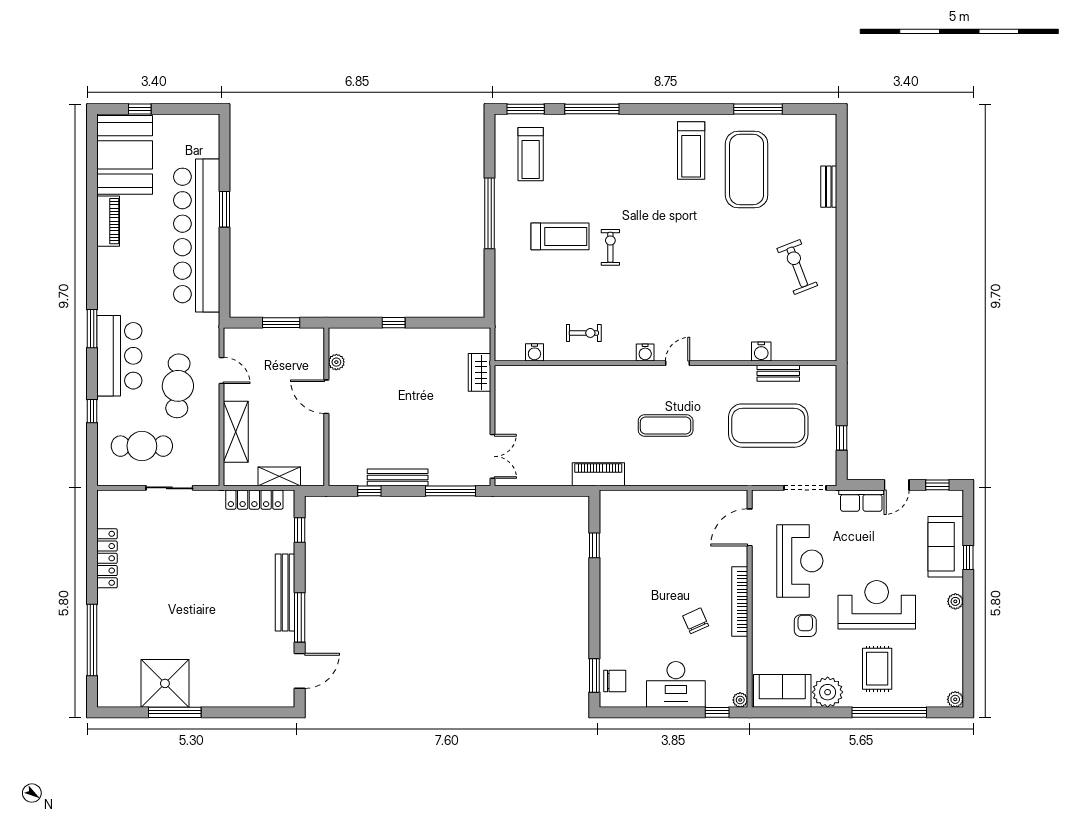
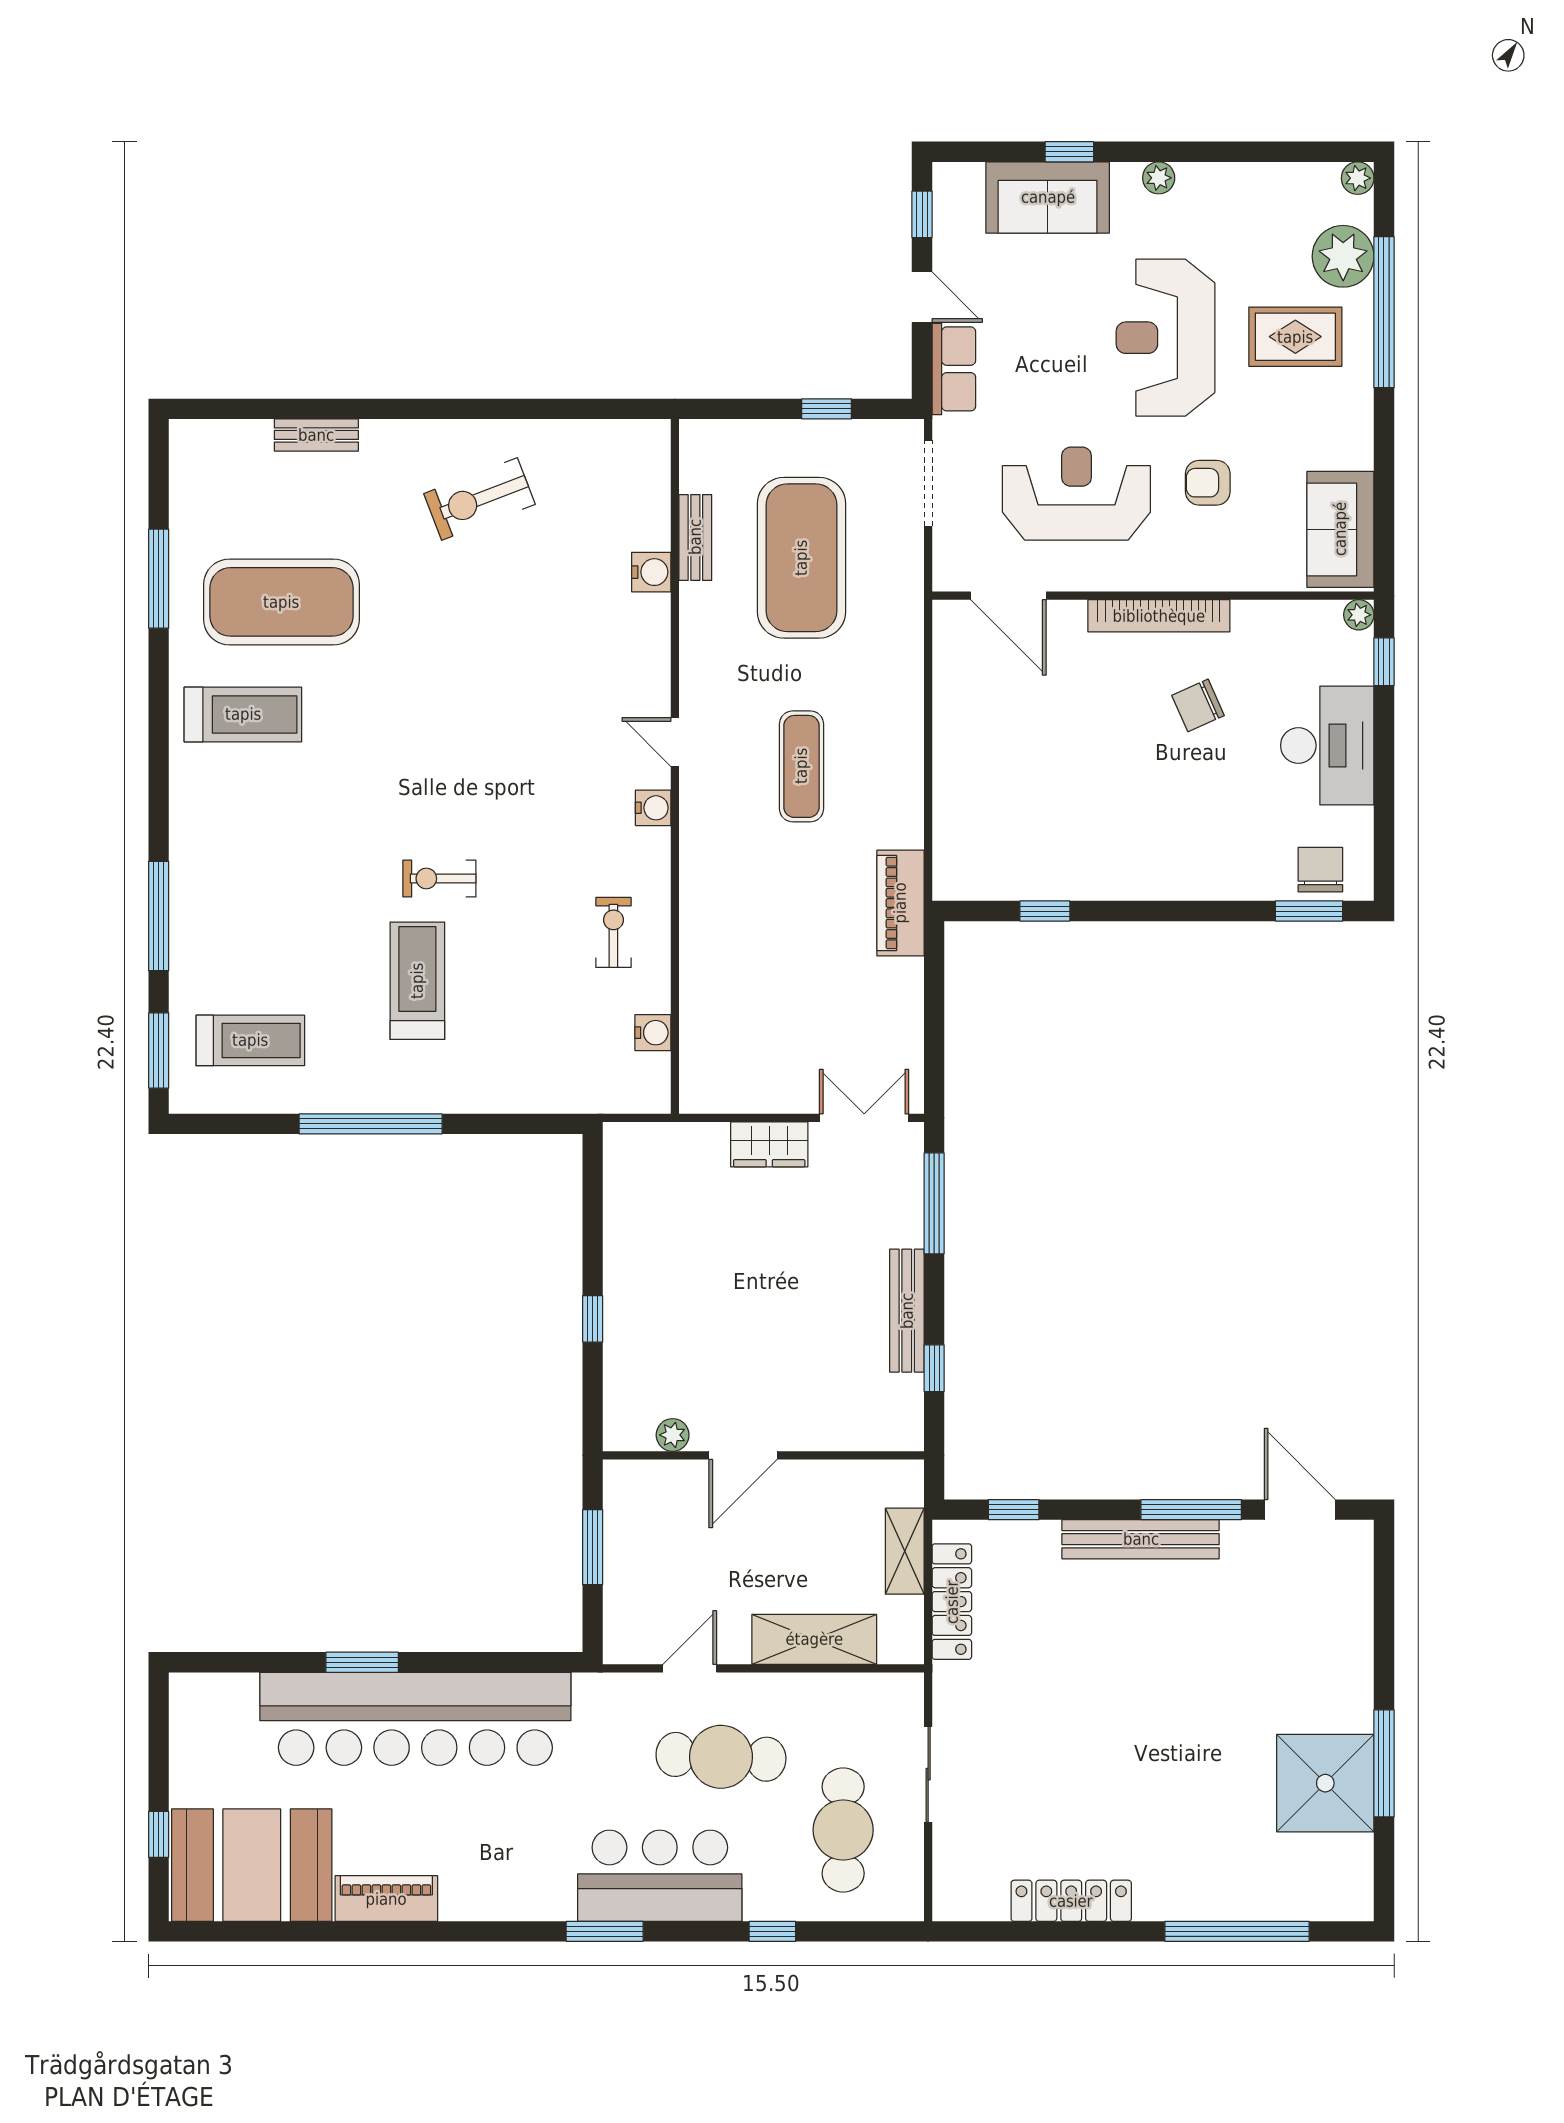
wardrobe: (479, 372) -> (769, 1144), moved
plant: (828, 692) -> (1343, 256), moved

